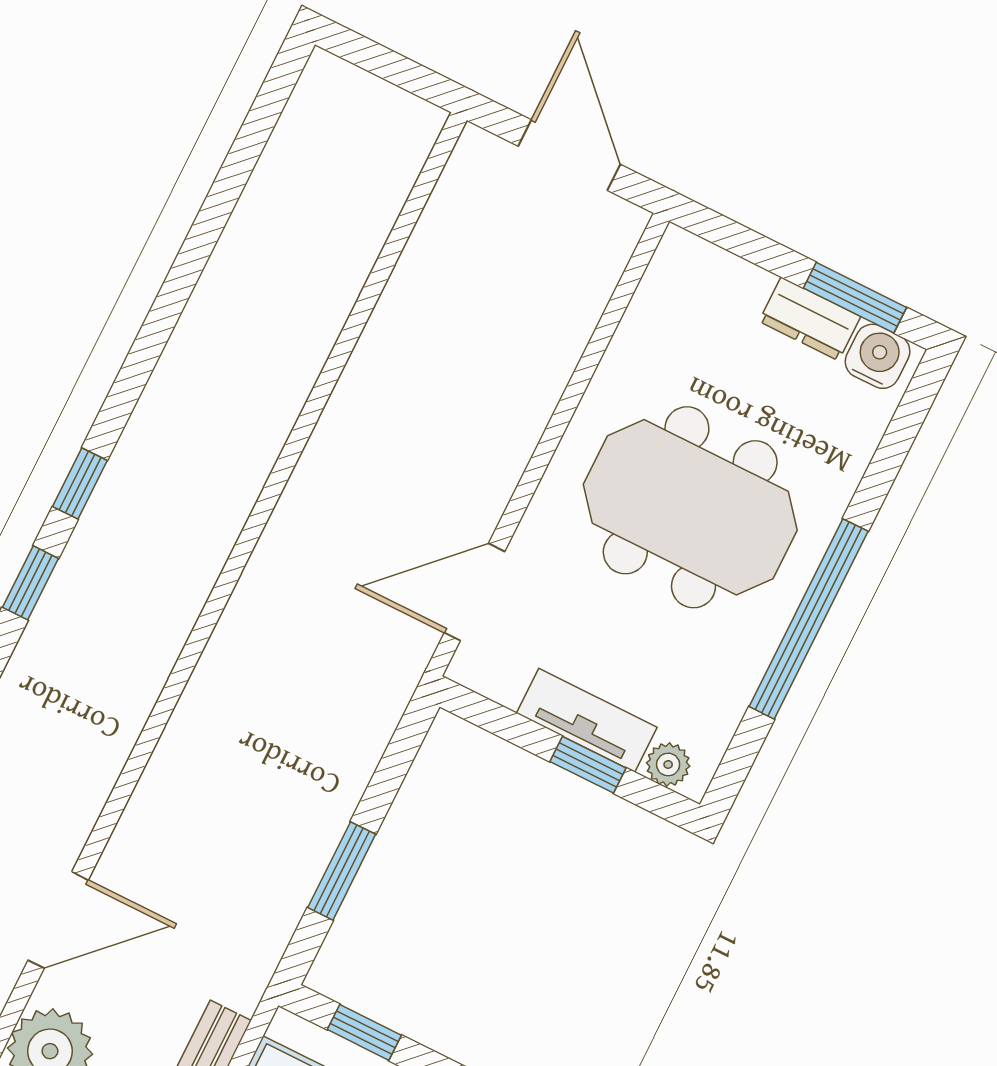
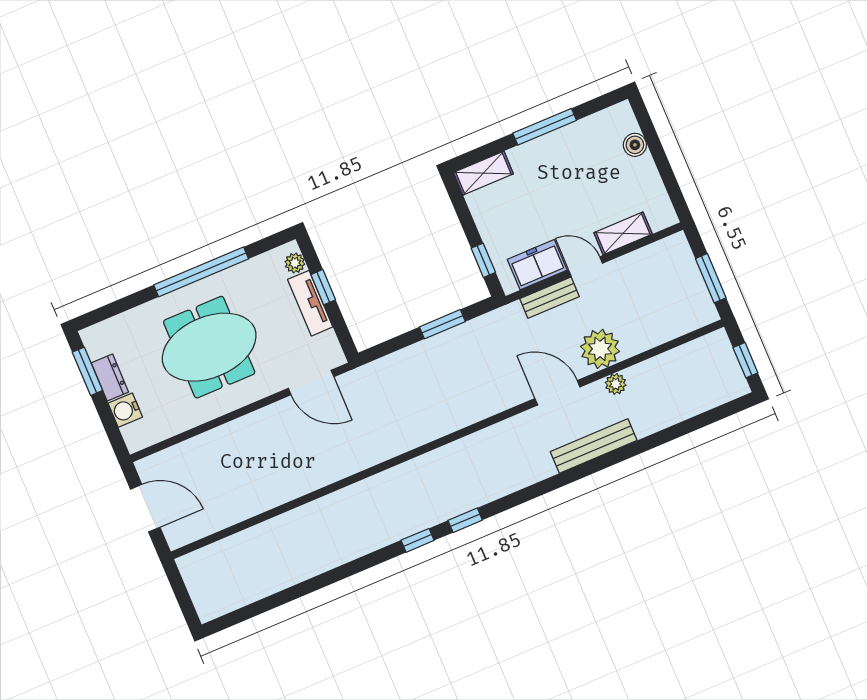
door: (569, 155) -> (145, 508), swing flipped
water cooler: (878, 356) -> (125, 410), moved
meeting table: (690, 507) -> (209, 347), turned 90

